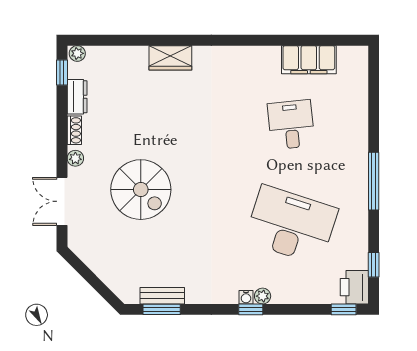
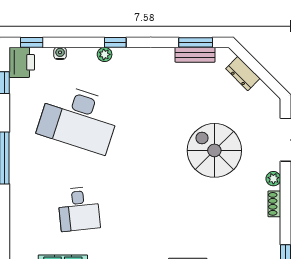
dresser: (77, 97) -> (243, 73), moved, turned -45
water cooler: (246, 297) -> (60, 53), moved

